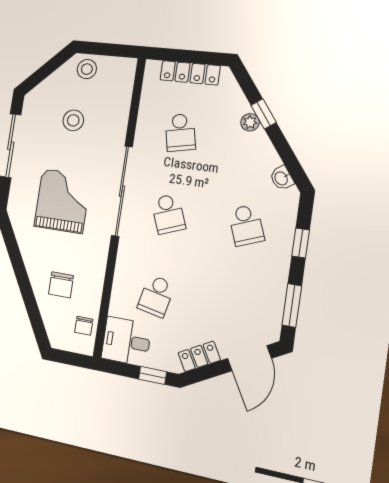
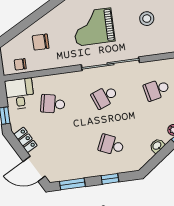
washbasin: (282, 178) -> (157, 146), moved
grand piano: (62, 201) -> (94, 27), turned 180
school desk: (246, 225) -> (111, 145), turned 45

